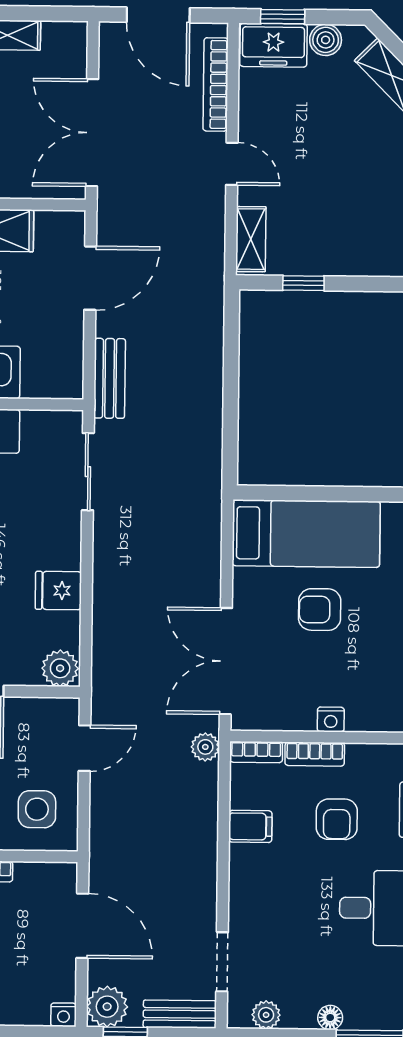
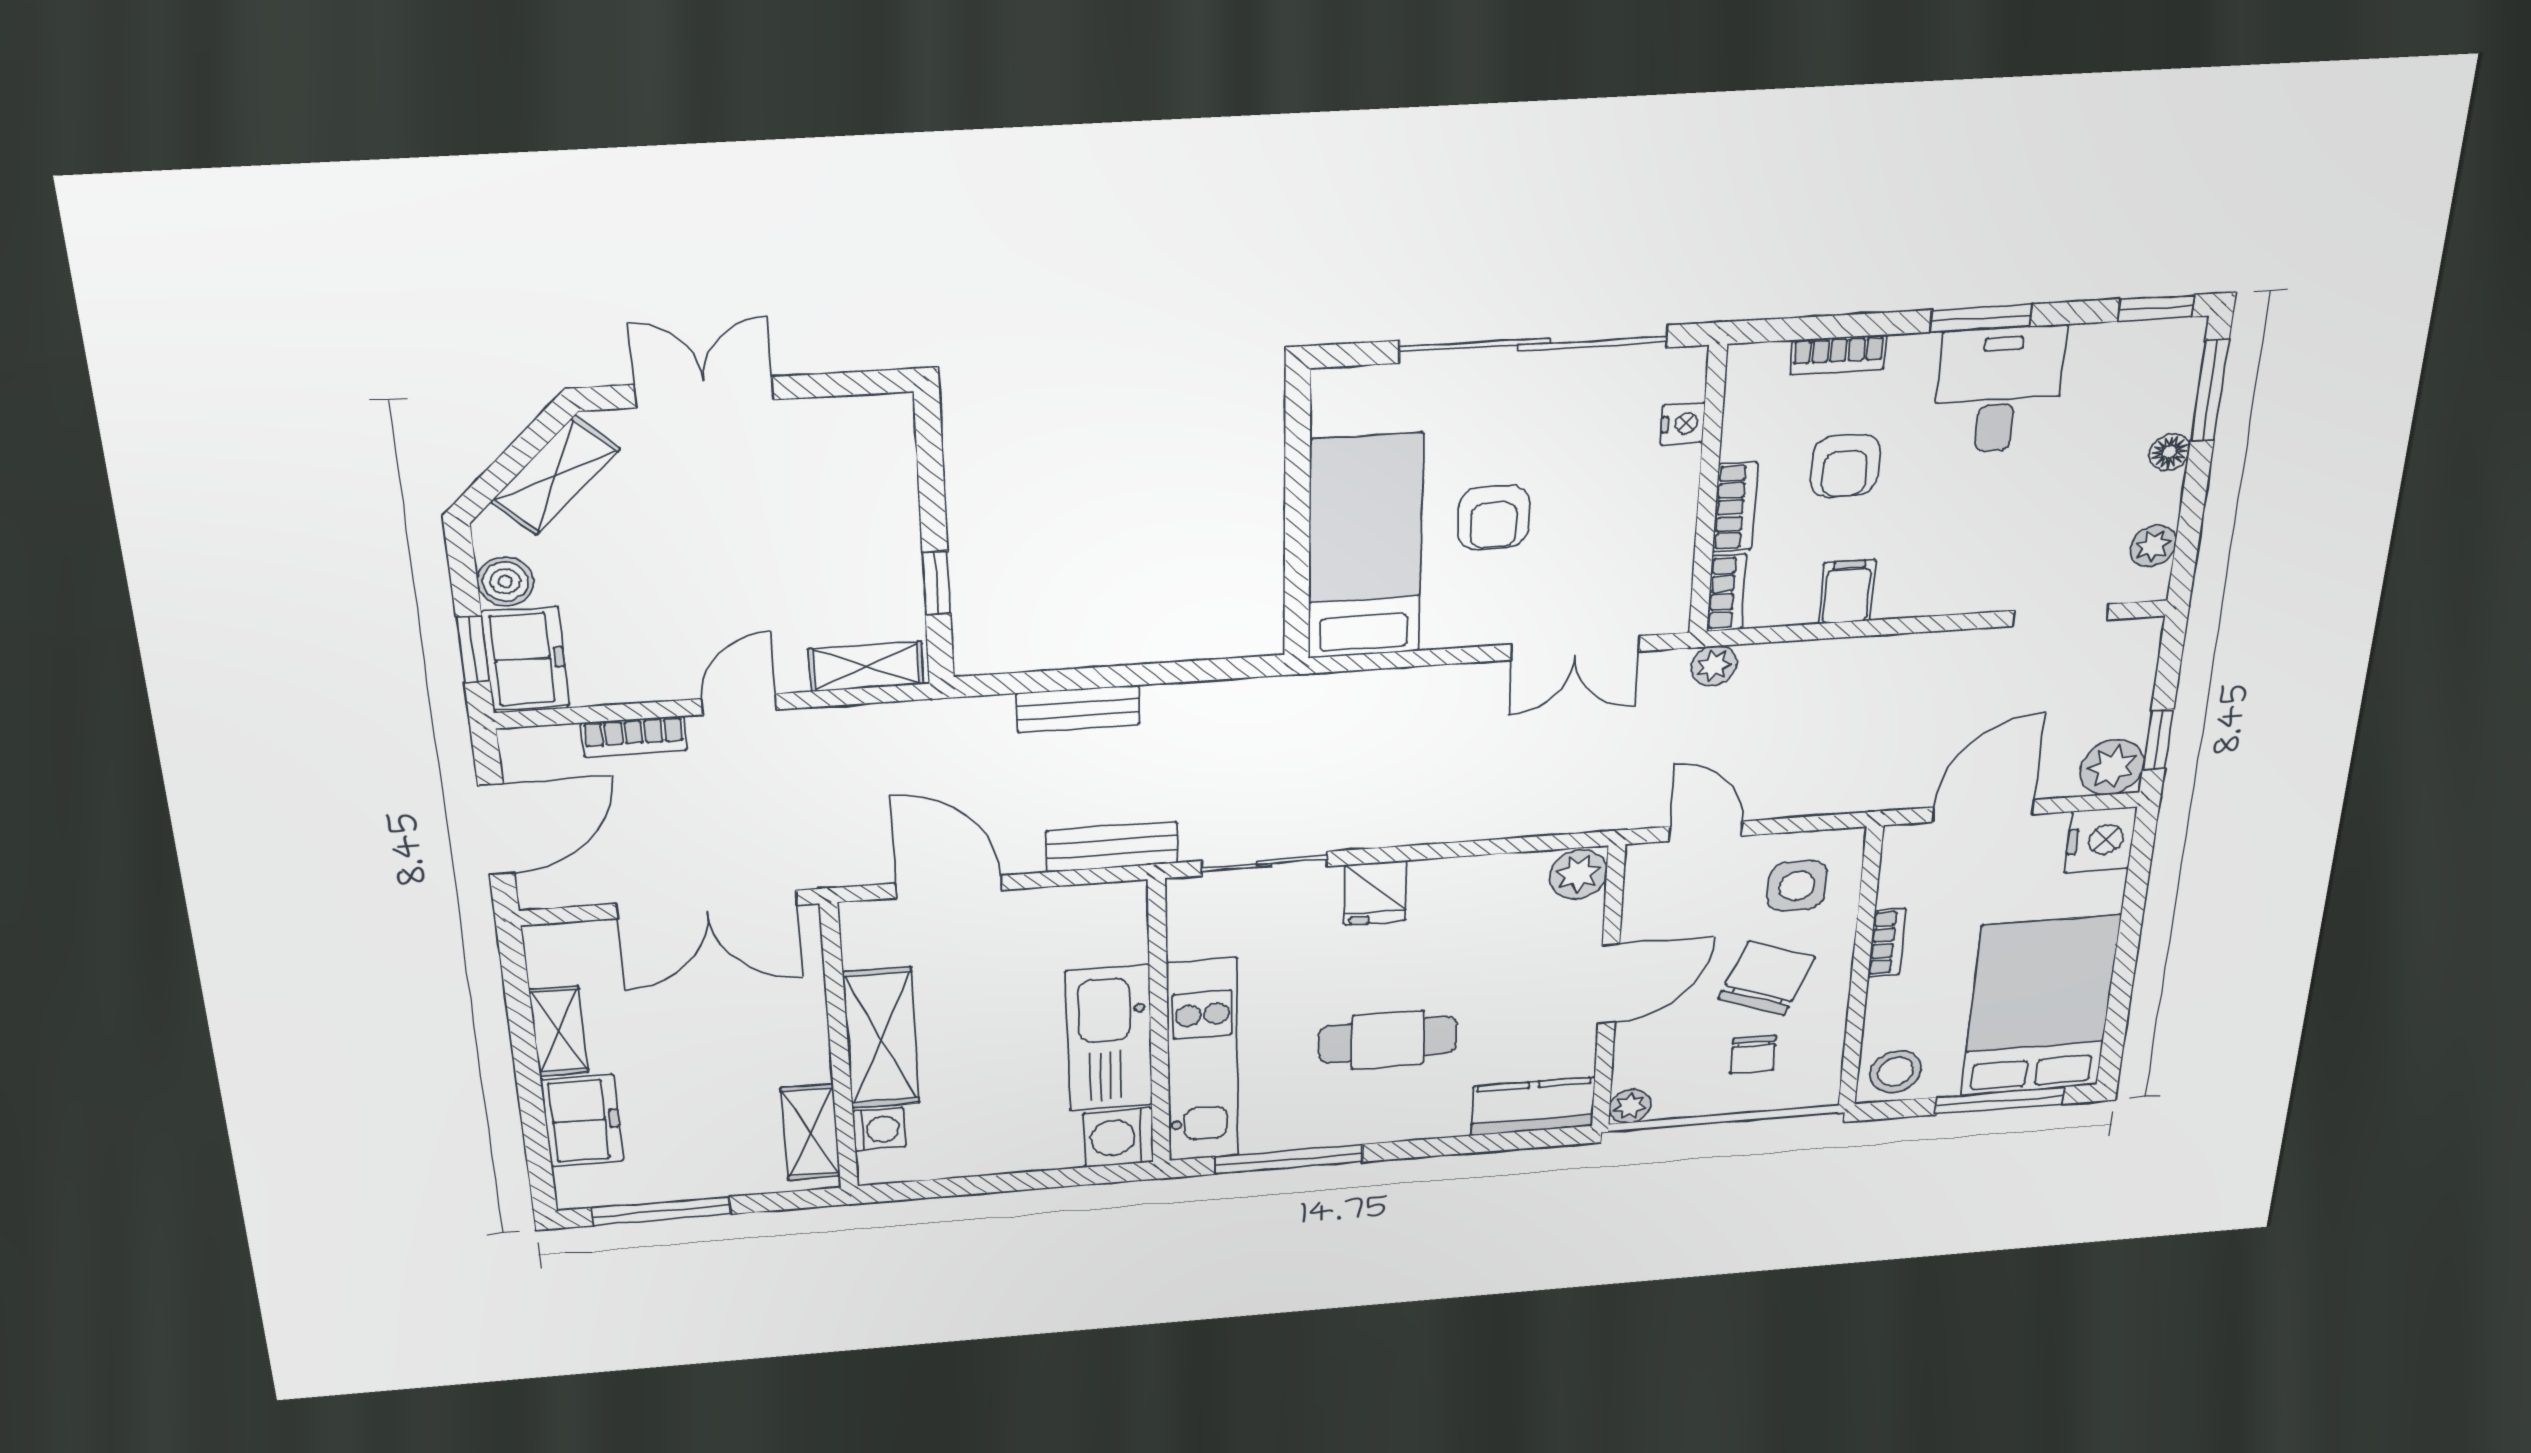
bookcase: (216, 84) -> (634, 736), width x0.64
fridge: (58, 591) -> (1375, 893), moved
double door: (226, 661) -> (1575, 648), width x0.73
nightstand: (331, 719) -> (1683, 424), moved
armchair: (337, 819) -> (1845, 466), turned 90
bench: (180, 1014) -> (1078, 709), moved, turned 90
nightstand: (63, 1015) -> (2101, 840), width x1.89, depth x1.79

